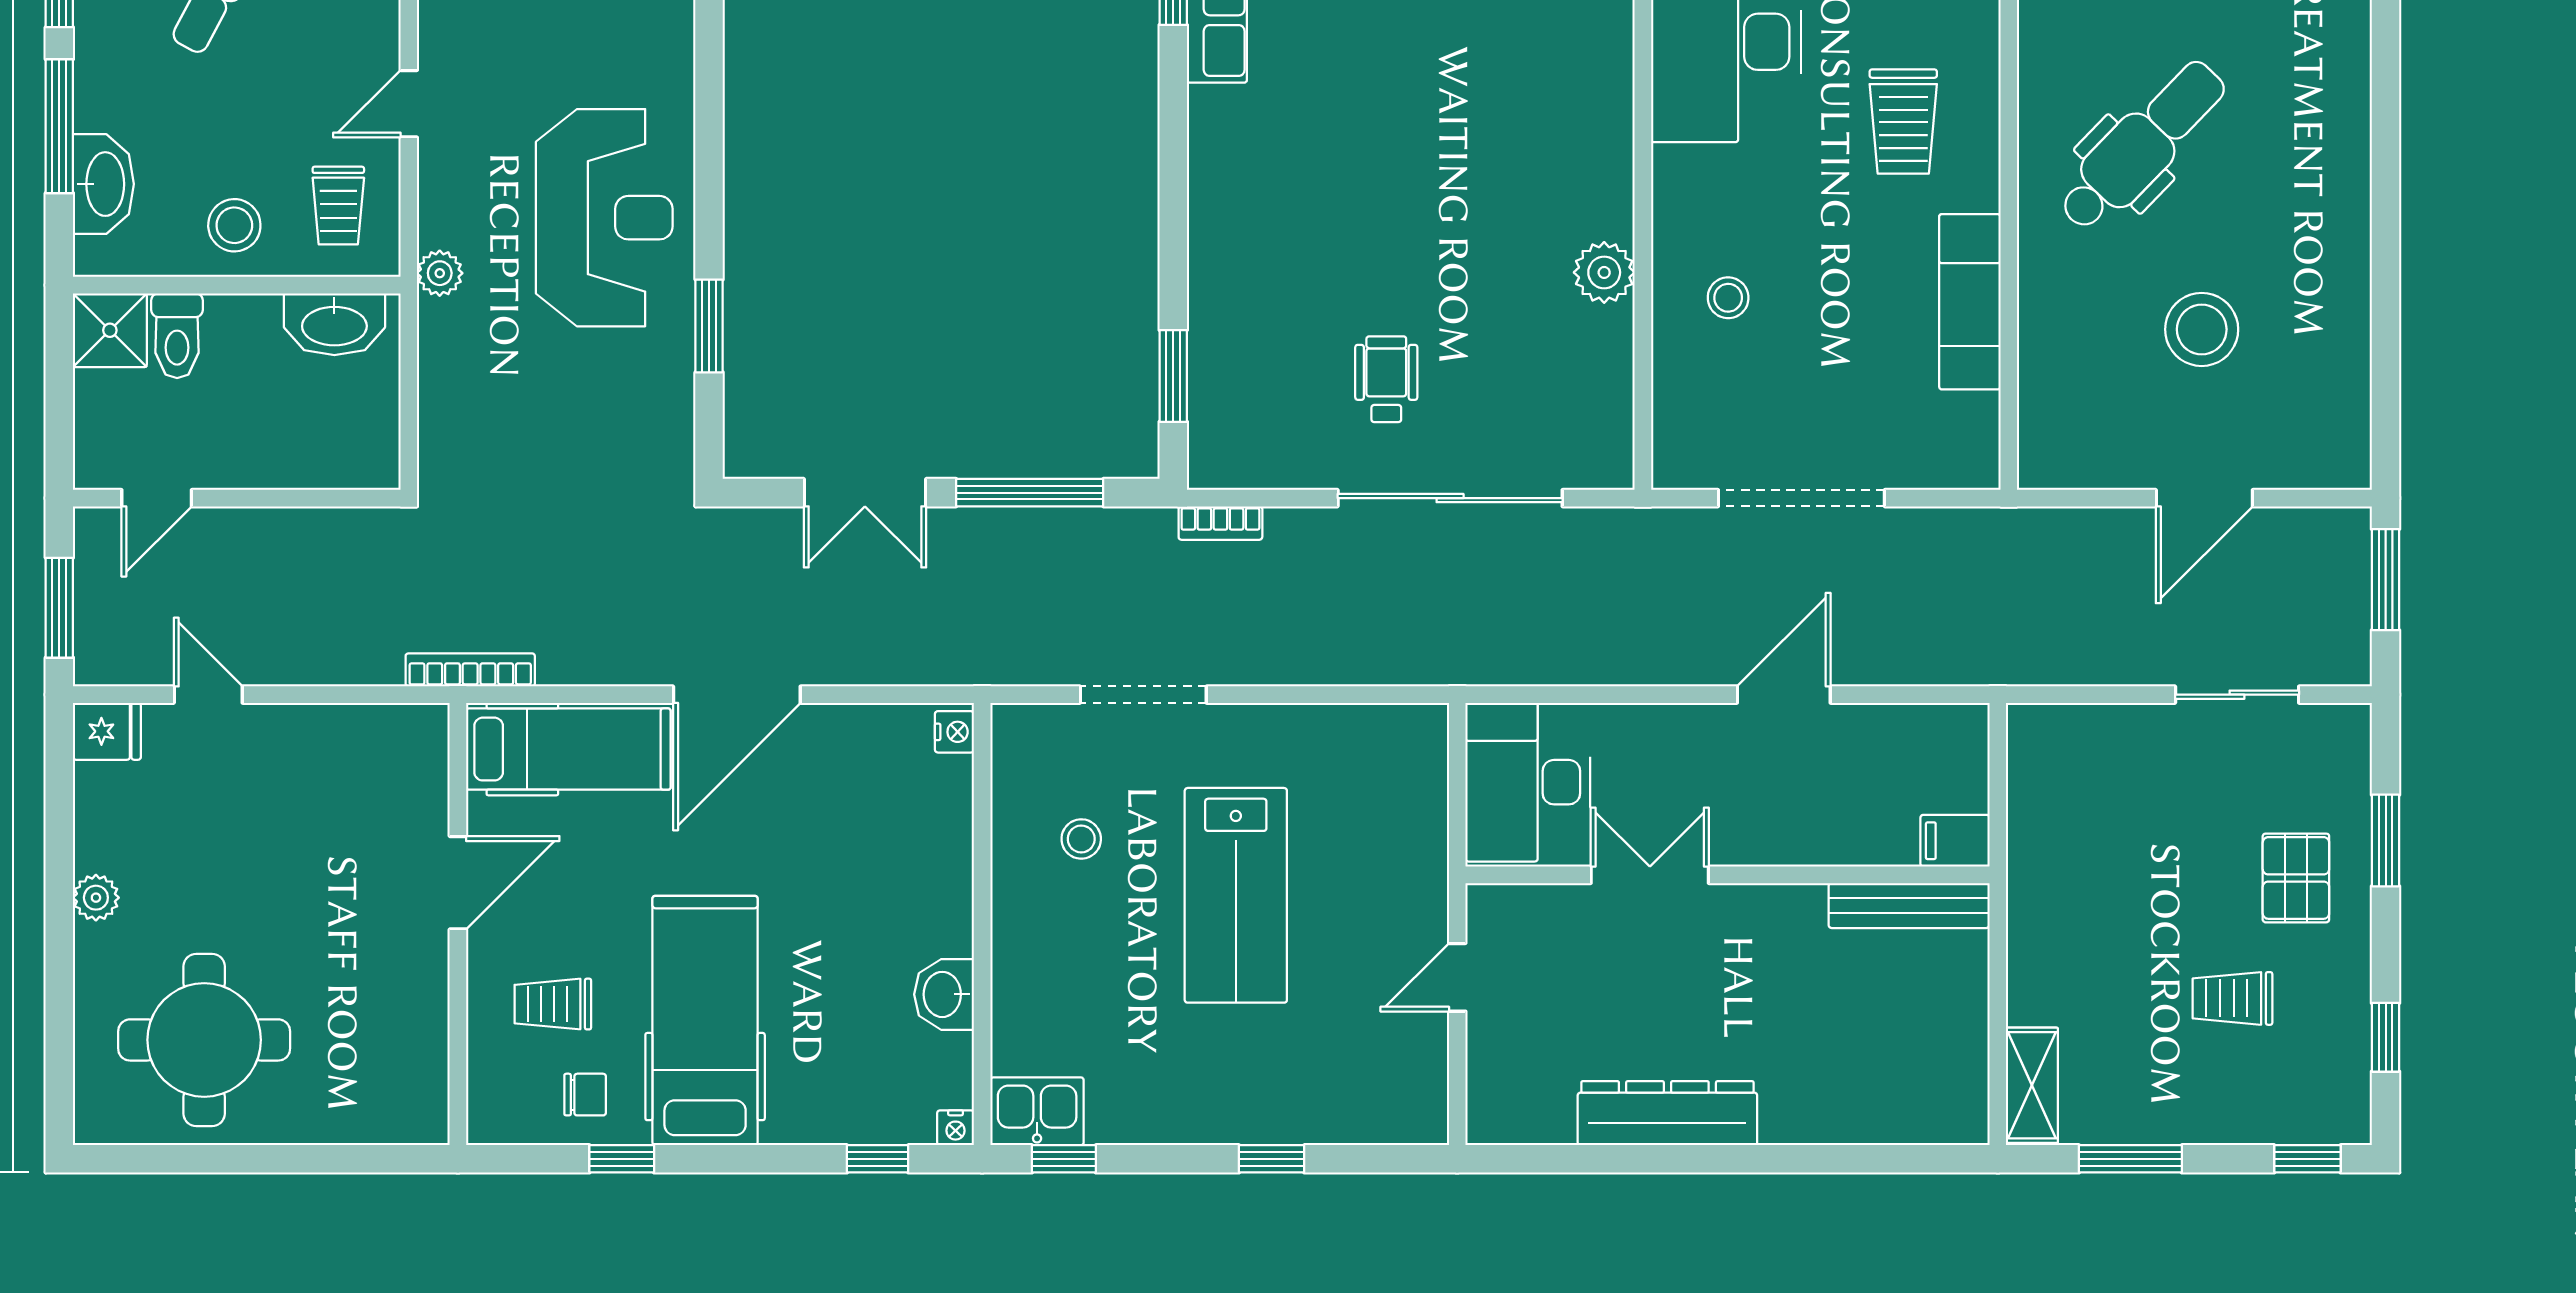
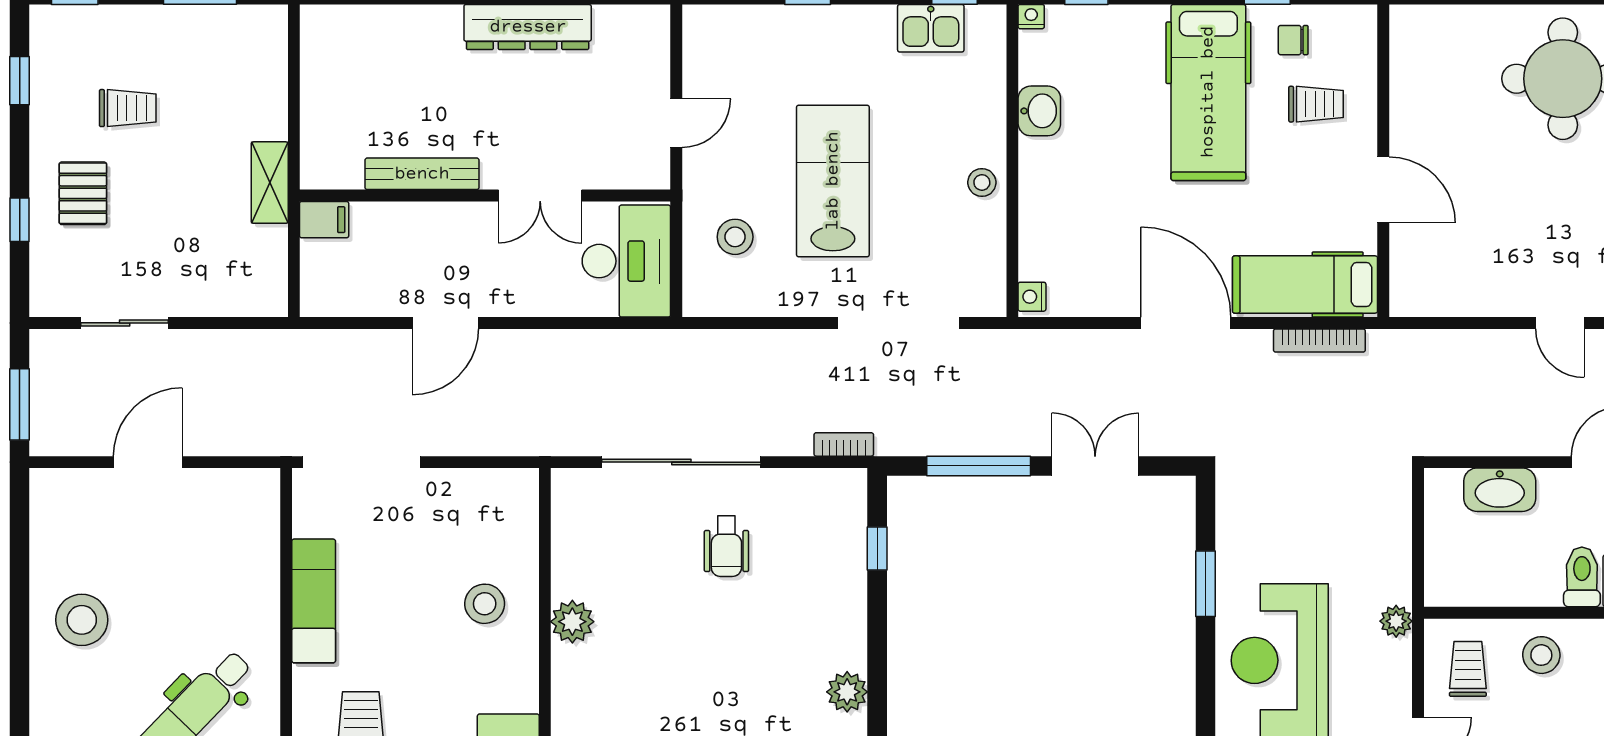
plant: (1216, 173) -> (847, 692), added
stool: (1728, 298) -> (485, 604), width x1.37, depth x1.37
washbasin: (334, 324) -> (1500, 490), moved, turned 180
stool: (2202, 329) -> (82, 620), moved
window: (1173, 376) -> (877, 548), width x0.67
doorway: (1801, 498) -> (361, 462), moved
bookcase: (470, 670) -> (1319, 340), moved
door: (737, 695) -> (1186, 323), hinge flipped
doorway: (1143, 695) -> (898, 323), width x1.36
stool: (1374, 816) -> (735, 237), added
stool: (1081, 839) -> (982, 182), moved
window: (2386, 840) -> (20, 220), width x0.67
door: (458, 883) -> (1383, 190), swing flipped
bench: (1909, 906) -> (422, 174), moved
shelving: (2032, 1085) -> (270, 183), moved
kitchen sink: (1037, 1111) -> (931, 28), moved

